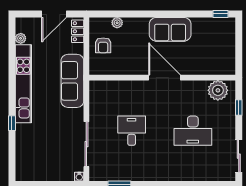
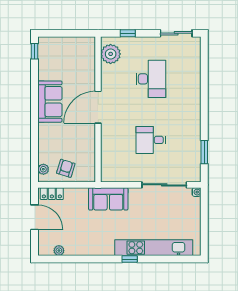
plant: (117, 23) -> (43, 169), moved
armchair: (103, 45) -> (66, 168), turned -73
sofa: (72, 81) -> (108, 199), width x0.73
kitchen unit: (23, 84) -> (154, 248), moved
window: (12, 123) -> (130, 259), moved

